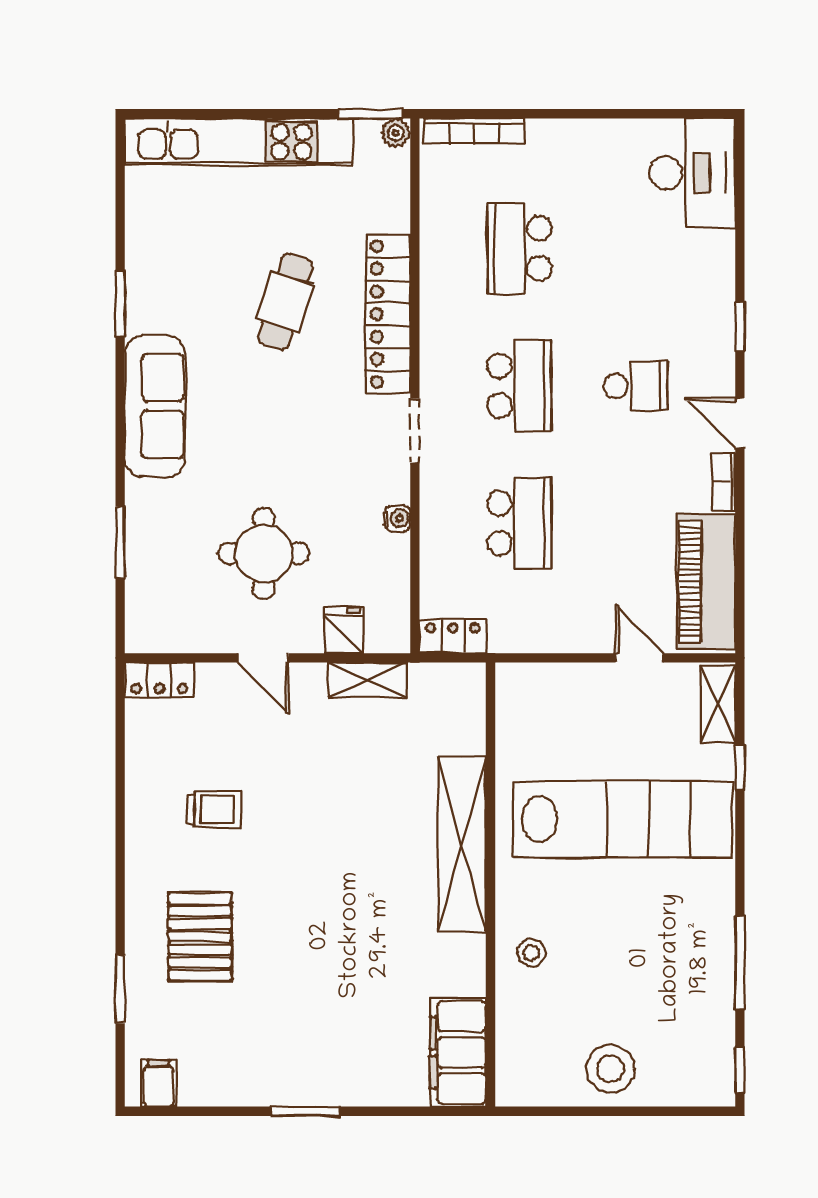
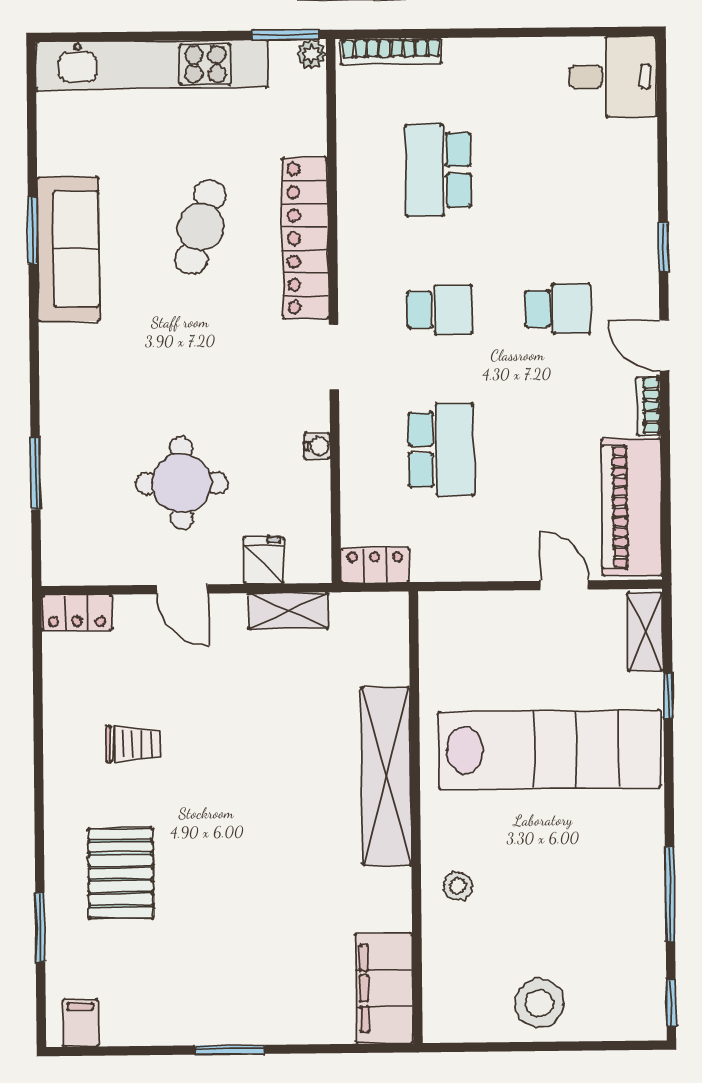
desk: (692, 173) -> (613, 77), width x0.73
school desk: (519, 386) -> (440, 310), width x0.54
sofa: (155, 406) -> (68, 249), moved

